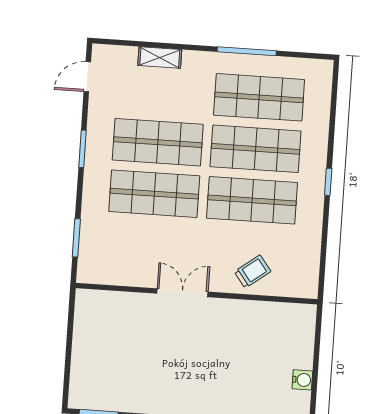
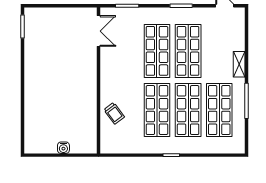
shelving: (160, 58) -> (239, 64), moved
double door: (182, 293) -> (99, 31), moved
water cooler: (302, 380) -> (63, 148), moved

